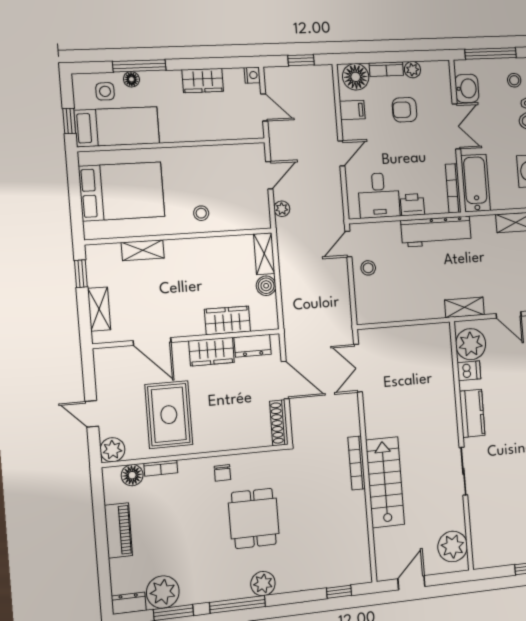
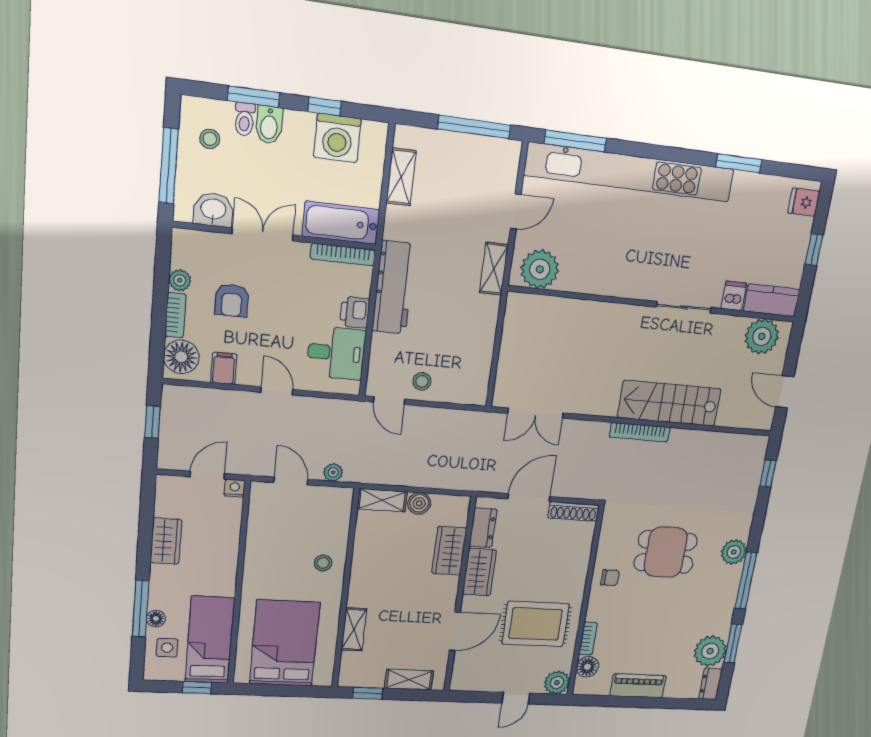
nightstand: (252, 75) -> (235, 488), moved
dishwasher: (469, 371) -> (734, 296), moved
kitchen counter: (472, 413) -> (772, 300), moved

